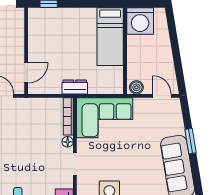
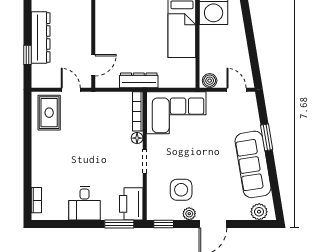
dresser: (75, 87) -> (139, 80), width x1.44

